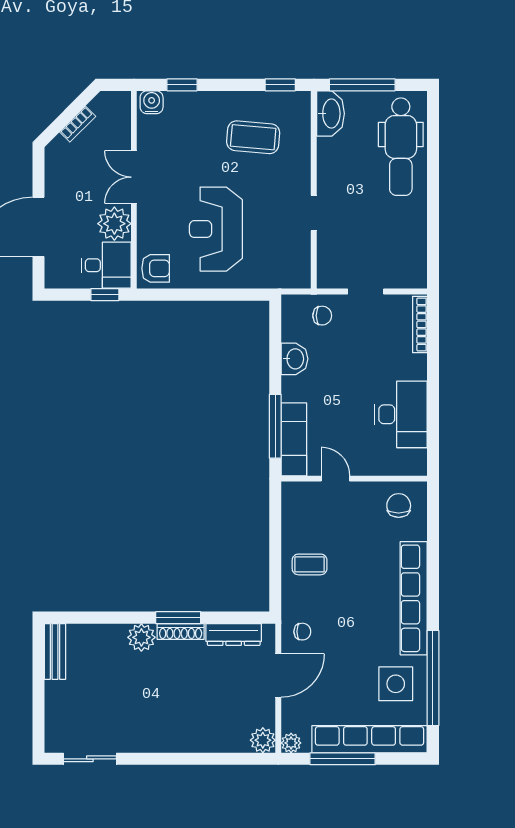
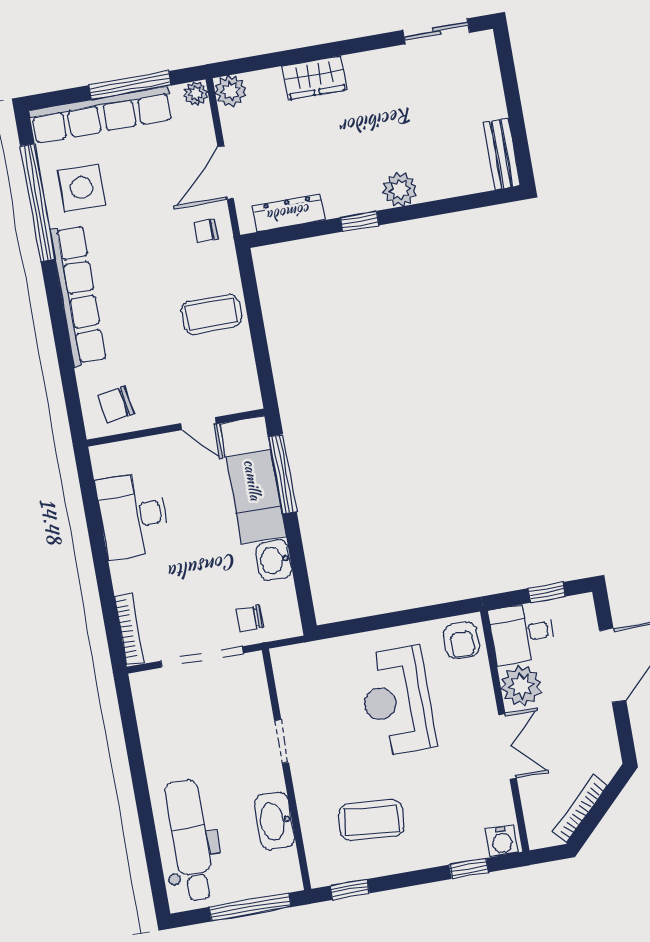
washbasin: (331, 114) -> (275, 821), moved
bookcase: (78, 124) -> (580, 809), width x1.56
reception desk: (216, 229) -> (397, 701), turned 180
armchair: (156, 268) -> (462, 640), turned -90
doorway: (366, 292) -> (202, 657), width x1.87
window: (105, 295) -> (547, 592), moved
exam couch: (294, 439) -> (253, 480), width x1.36, depth x1.45
chair: (399, 506) -> (116, 405), turned 81
coffee table: (310, 564) -> (212, 314), width x1.36, depth x1.30
window: (178, 618) -> (359, 221), width x0.67
shoe rack: (181, 632) -> (354, 205), removed
wardrobe: (194, 739) -> (315, 78), added

